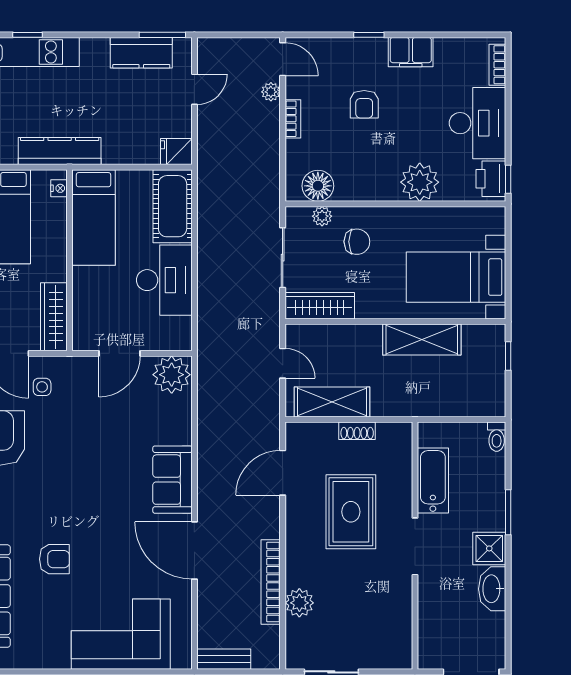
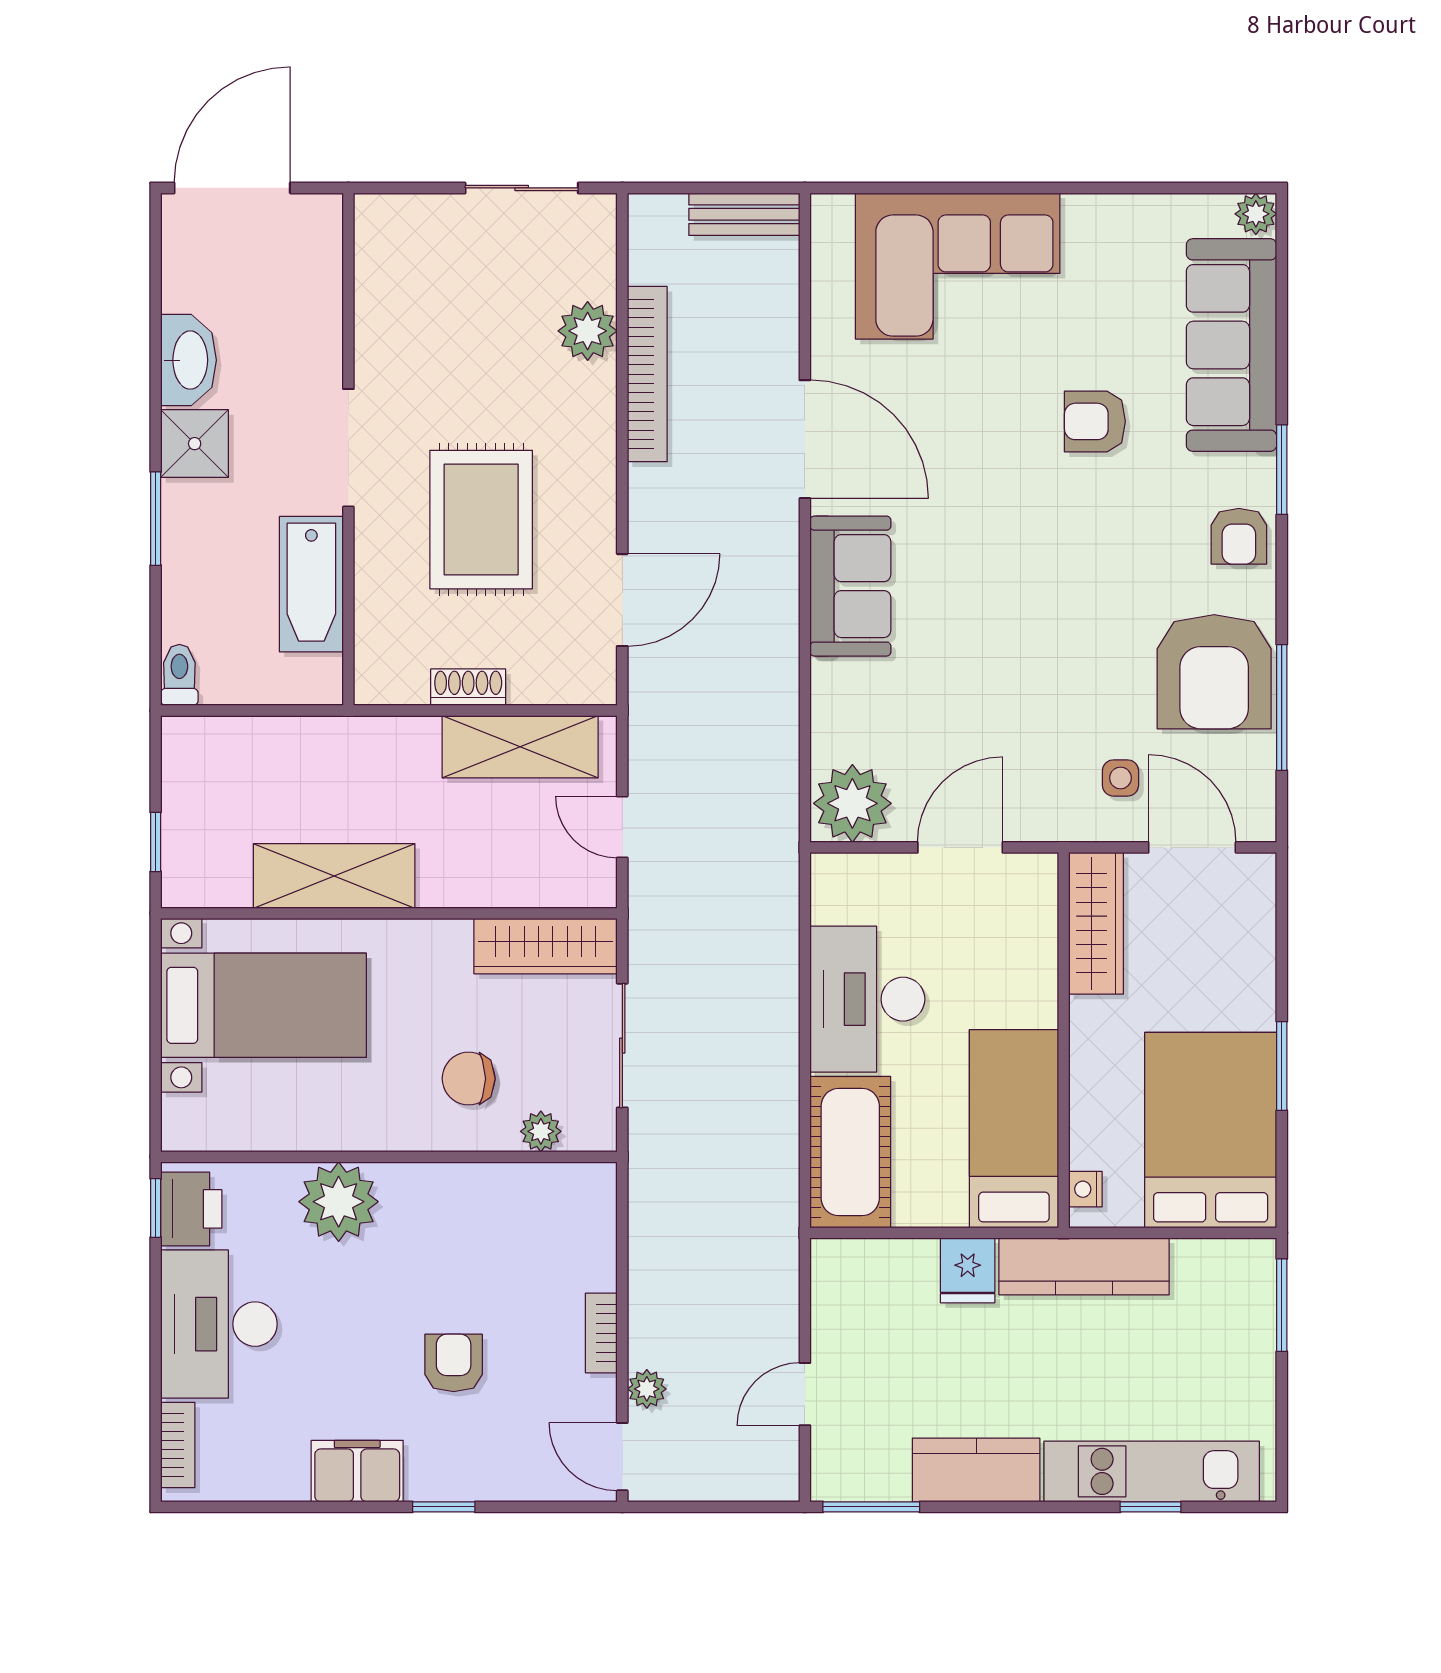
kitchen counter: (141, 53) -> (976, 1470), moved
fridge: (176, 152) -> (968, 1270), moved, turned 90
floor lamp: (318, 186) -> (549, 1194), removed

